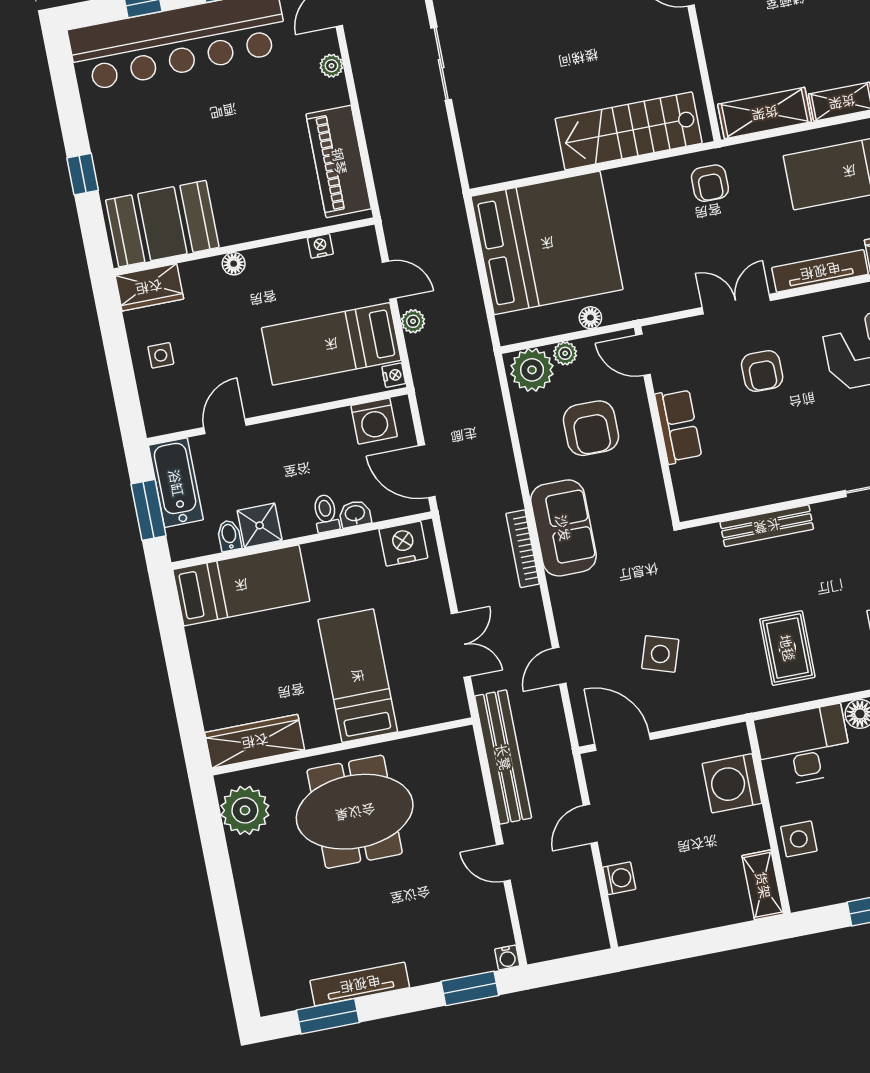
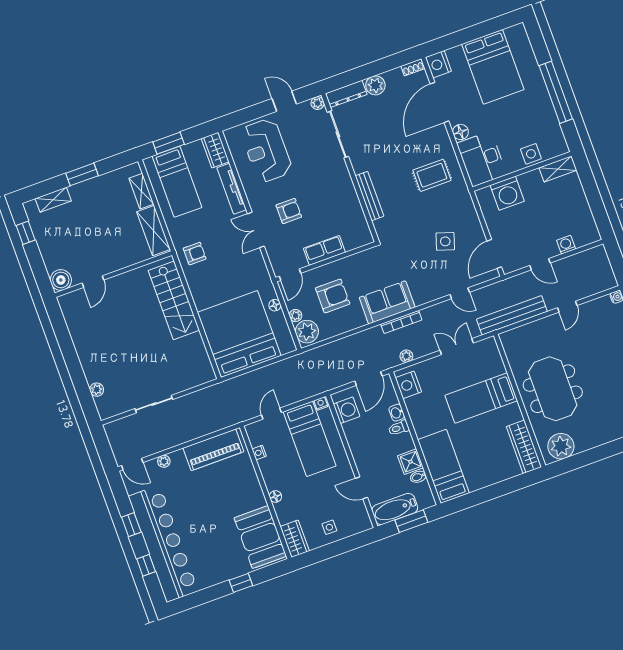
plant: (413, 321) -> (406, 356), moved

